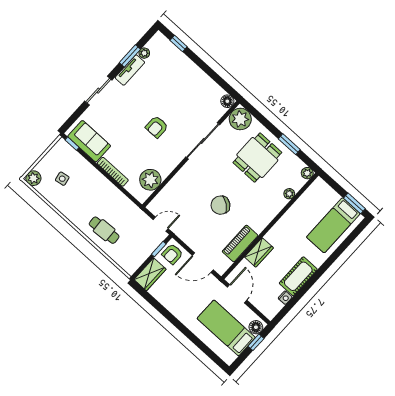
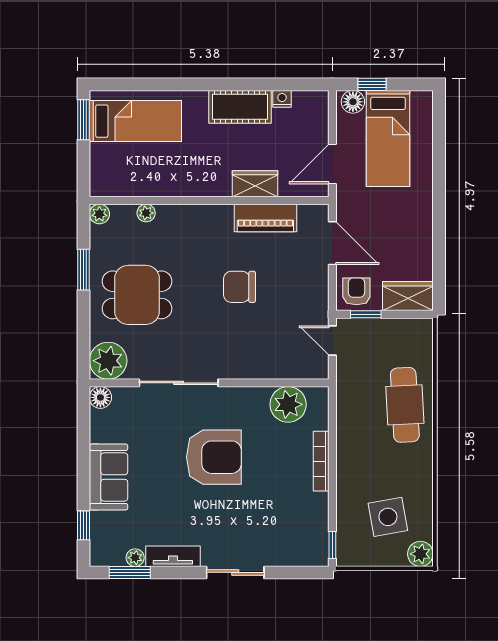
window: (130, 56) -> (130, 572), moved
armchair: (157, 127) -> (214, 457), width x1.88, depth x1.88
sofa: (89, 141) -> (109, 477), moved, turned 180
side table: (62, 179) -> (388, 517), width x1.87, depth x1.87
chair: (220, 205) -> (240, 287), turned 143
cafe table: (104, 230) -> (405, 405), width x1.37, depth x1.35
armchair: (172, 254) -> (356, 291), turned -90

